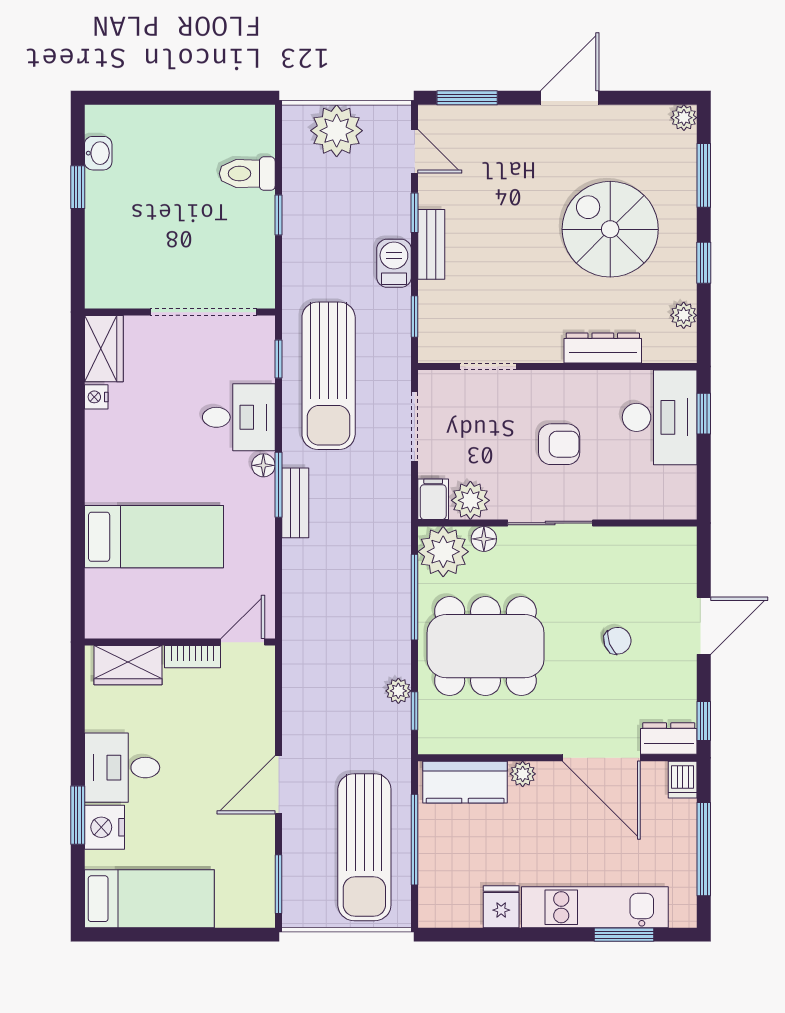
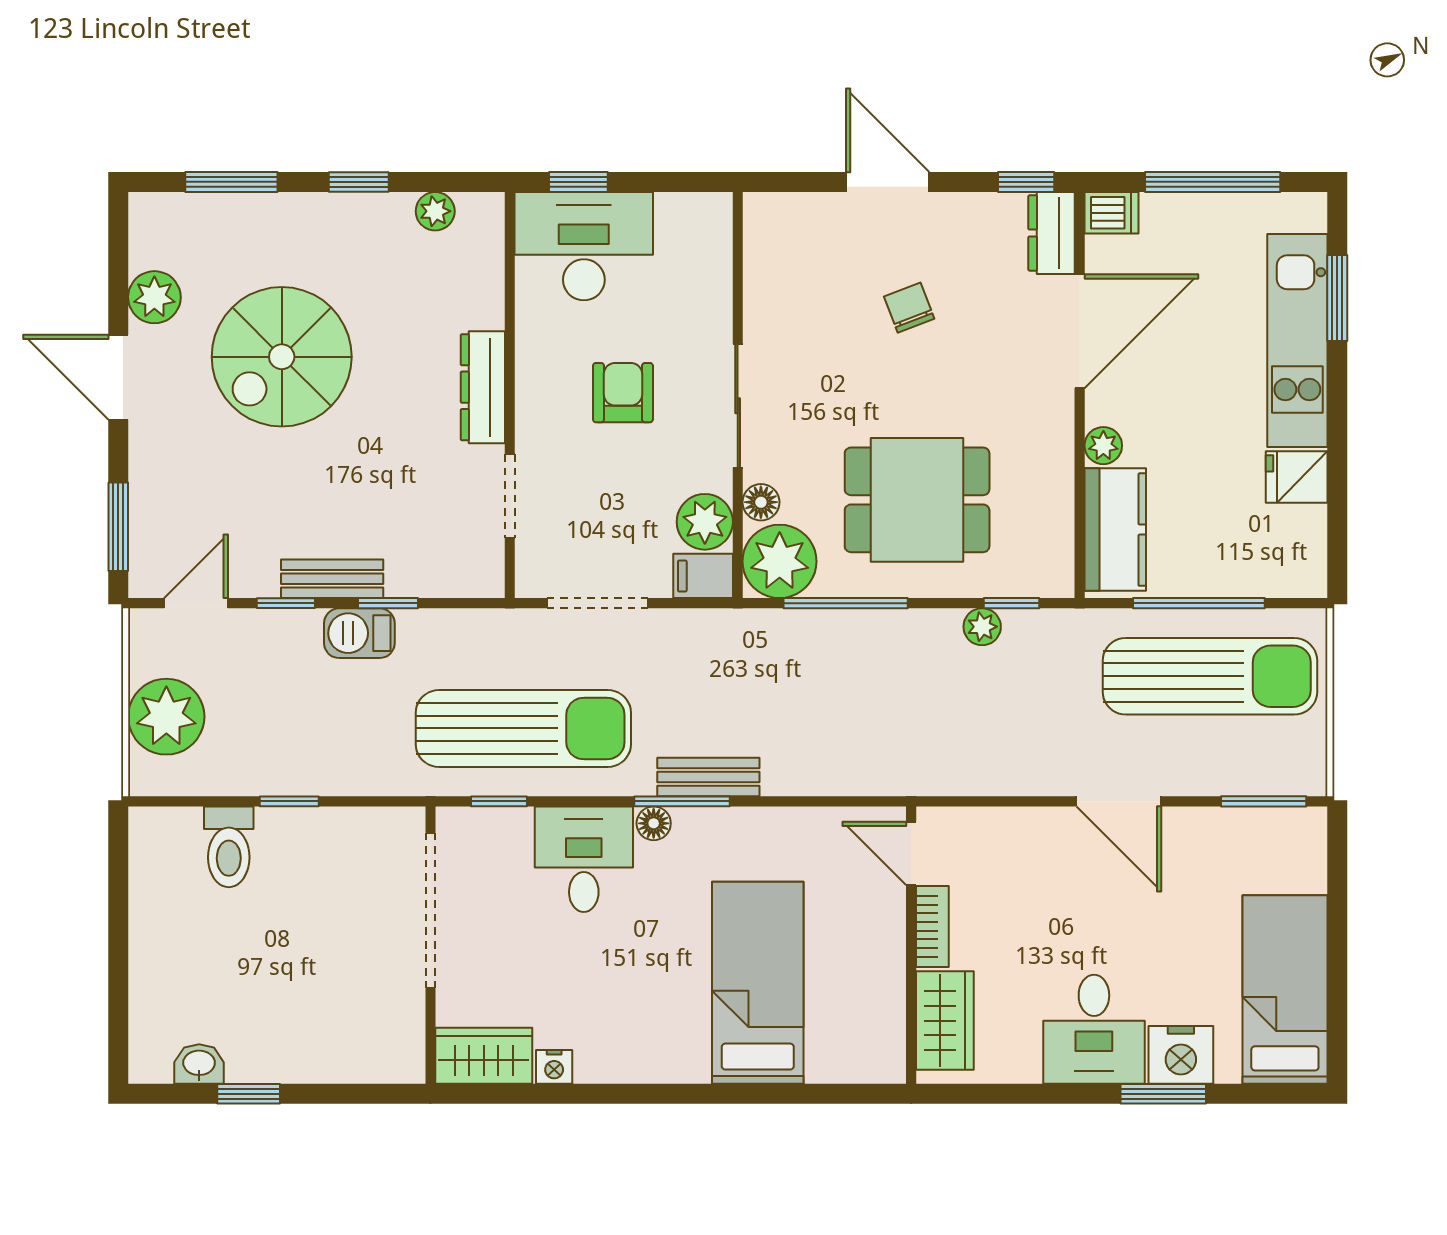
plant: (684, 118) -> (154, 297), moved, width x1.38, depth x1.38
spiral stairs: (610, 229) -> (282, 357), moved
window: (415, 317) -> (388, 603), moved
dresser: (603, 348) -> (483, 387), moved
dining table: (485, 646) -> (917, 500), width x0.73

